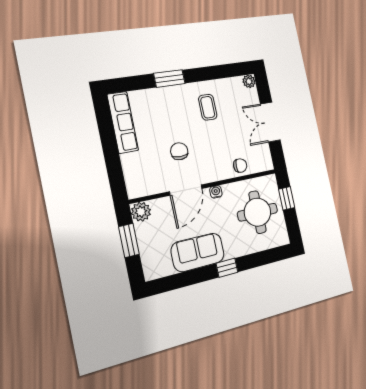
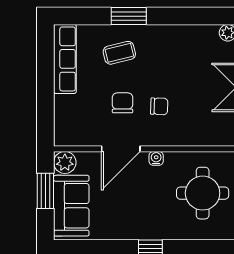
coffee table: (208, 107) -> (119, 53), moved, turned 76
chair: (240, 166) -> (159, 106), moved
sofa: (198, 252) -> (71, 206), moved, turned 90

